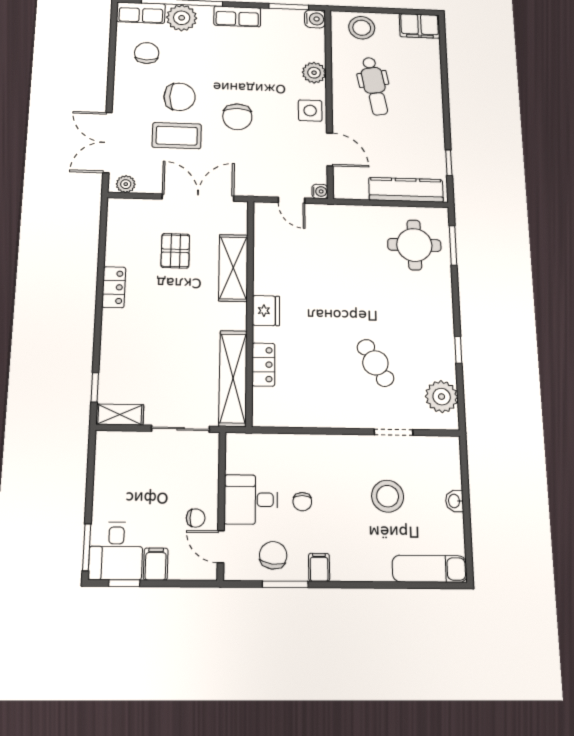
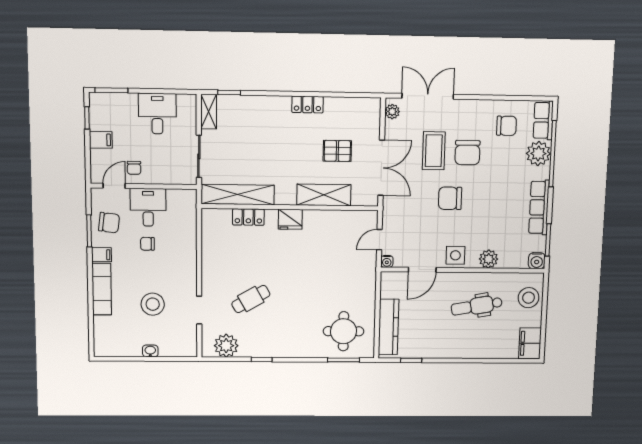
row of seats: (237, 16) -> (539, 207), width x1.48
desk: (116, 551) -> (157, 114), moved, turned 90
exam couch: (430, 569) -> (102, 289), moved

